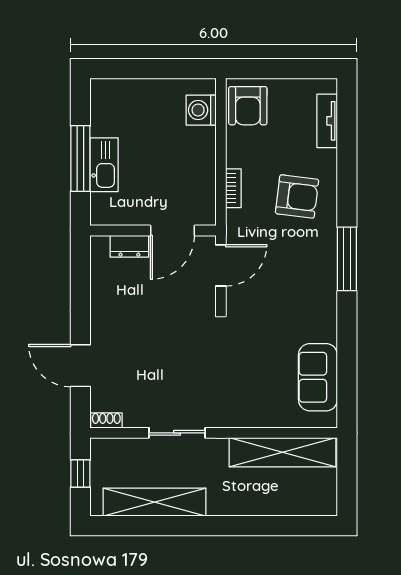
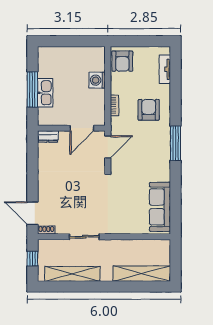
washing machine: (201, 110) -> (97, 80), moved
armchair: (297, 196) -> (149, 110), turned -97
dresser: (129, 246) -> (48, 137), moved
door: (80, 366) -> (32, 213), moved
sofa: (318, 377) -> (160, 207), width x1.36
shelving: (282, 452) -> (142, 274), moved

